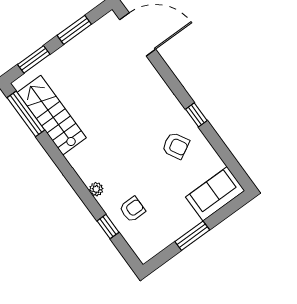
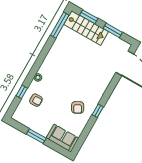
stairs: (52, 115) -> (86, 28), moved, turned 90

